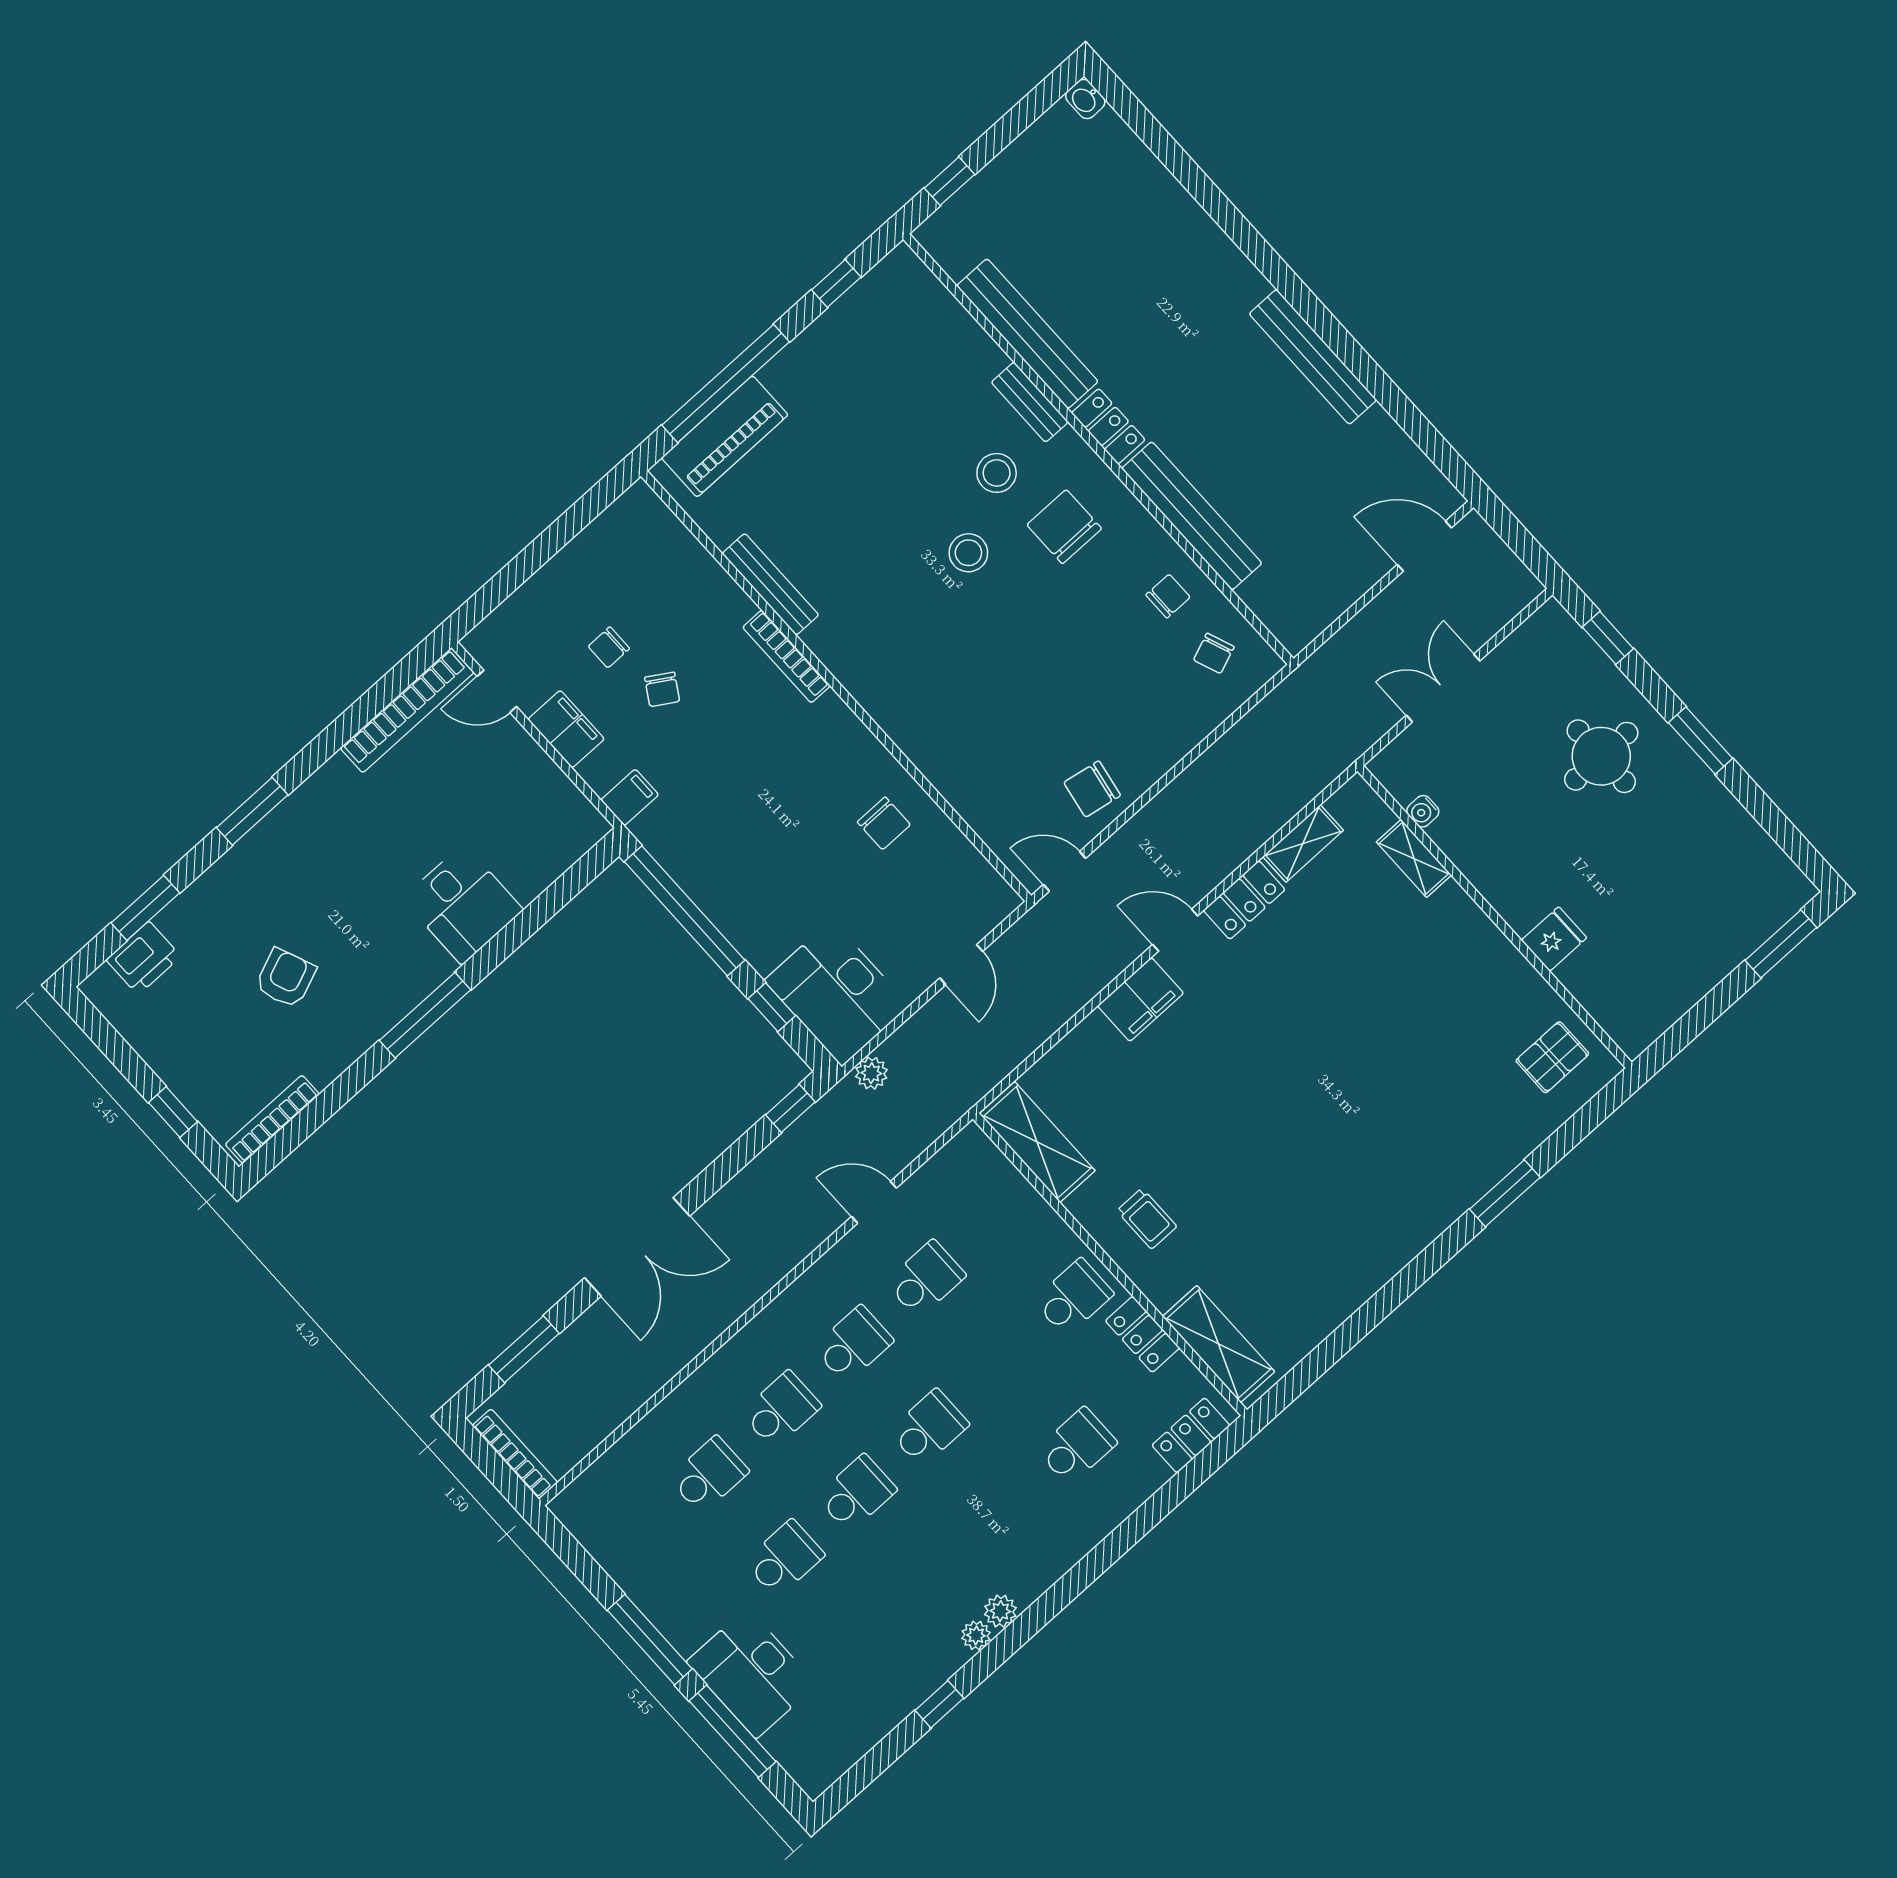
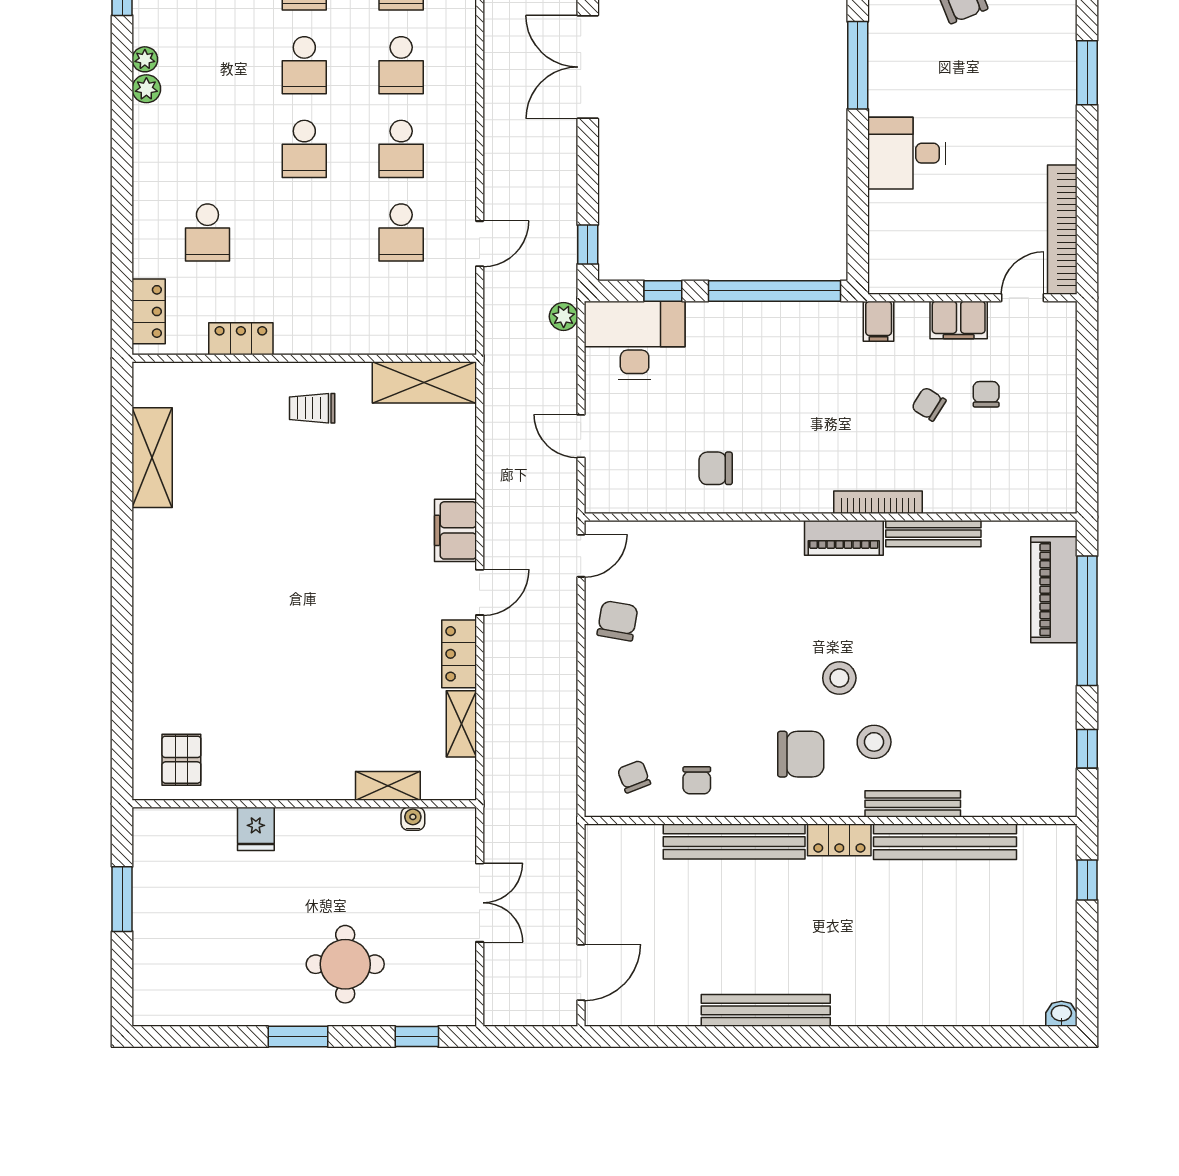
bench: (1030, 402) -> (913, 804), width x1.36
piano: (844, 658) -> (844, 538), added
window: (1781, 944) -> (122, 899), moved
window: (1505, 1193) -> (122, 651), removed
school desk: (1073, 1297) -> (304, 316), removed
shelving: (1219, 1344) -> (152, 458), moved, turned 90

